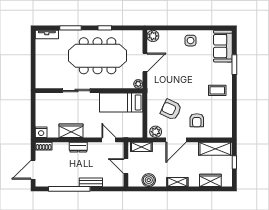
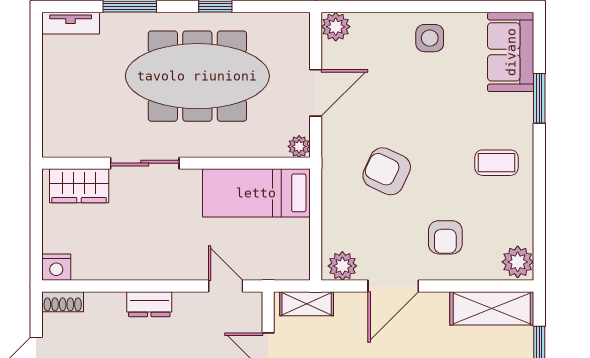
armchair: (171, 110) -> (387, 171), moved
plant: (226, 130) -> (518, 262), added
wardrobe: (71, 131) -> (79, 186), moved, turned 180

